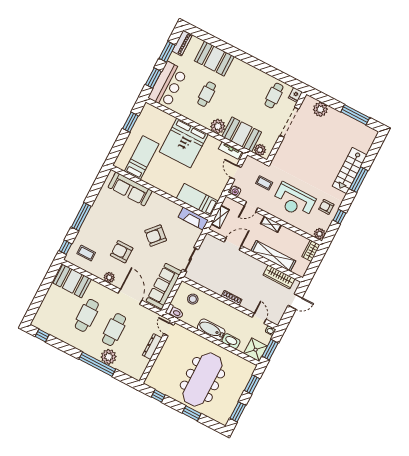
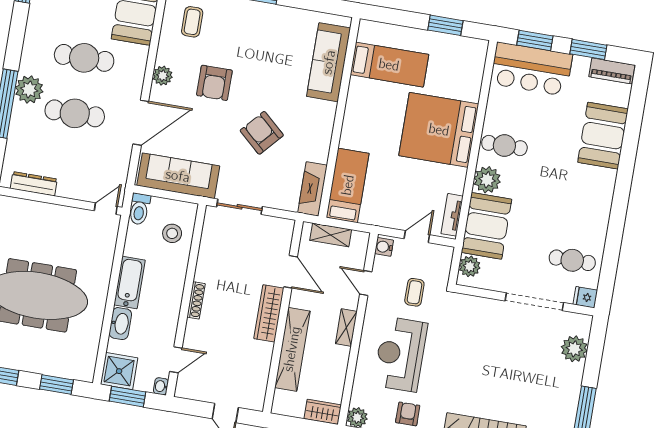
cafe table: (207, 94) -> (504, 145), moved
armchair: (122, 252) -> (214, 83), turned 180
wardrobe: (279, 277) -> (269, 313), moved
dresser: (152, 347) -> (34, 184), moved
plant: (109, 357) -> (29, 90), moved

